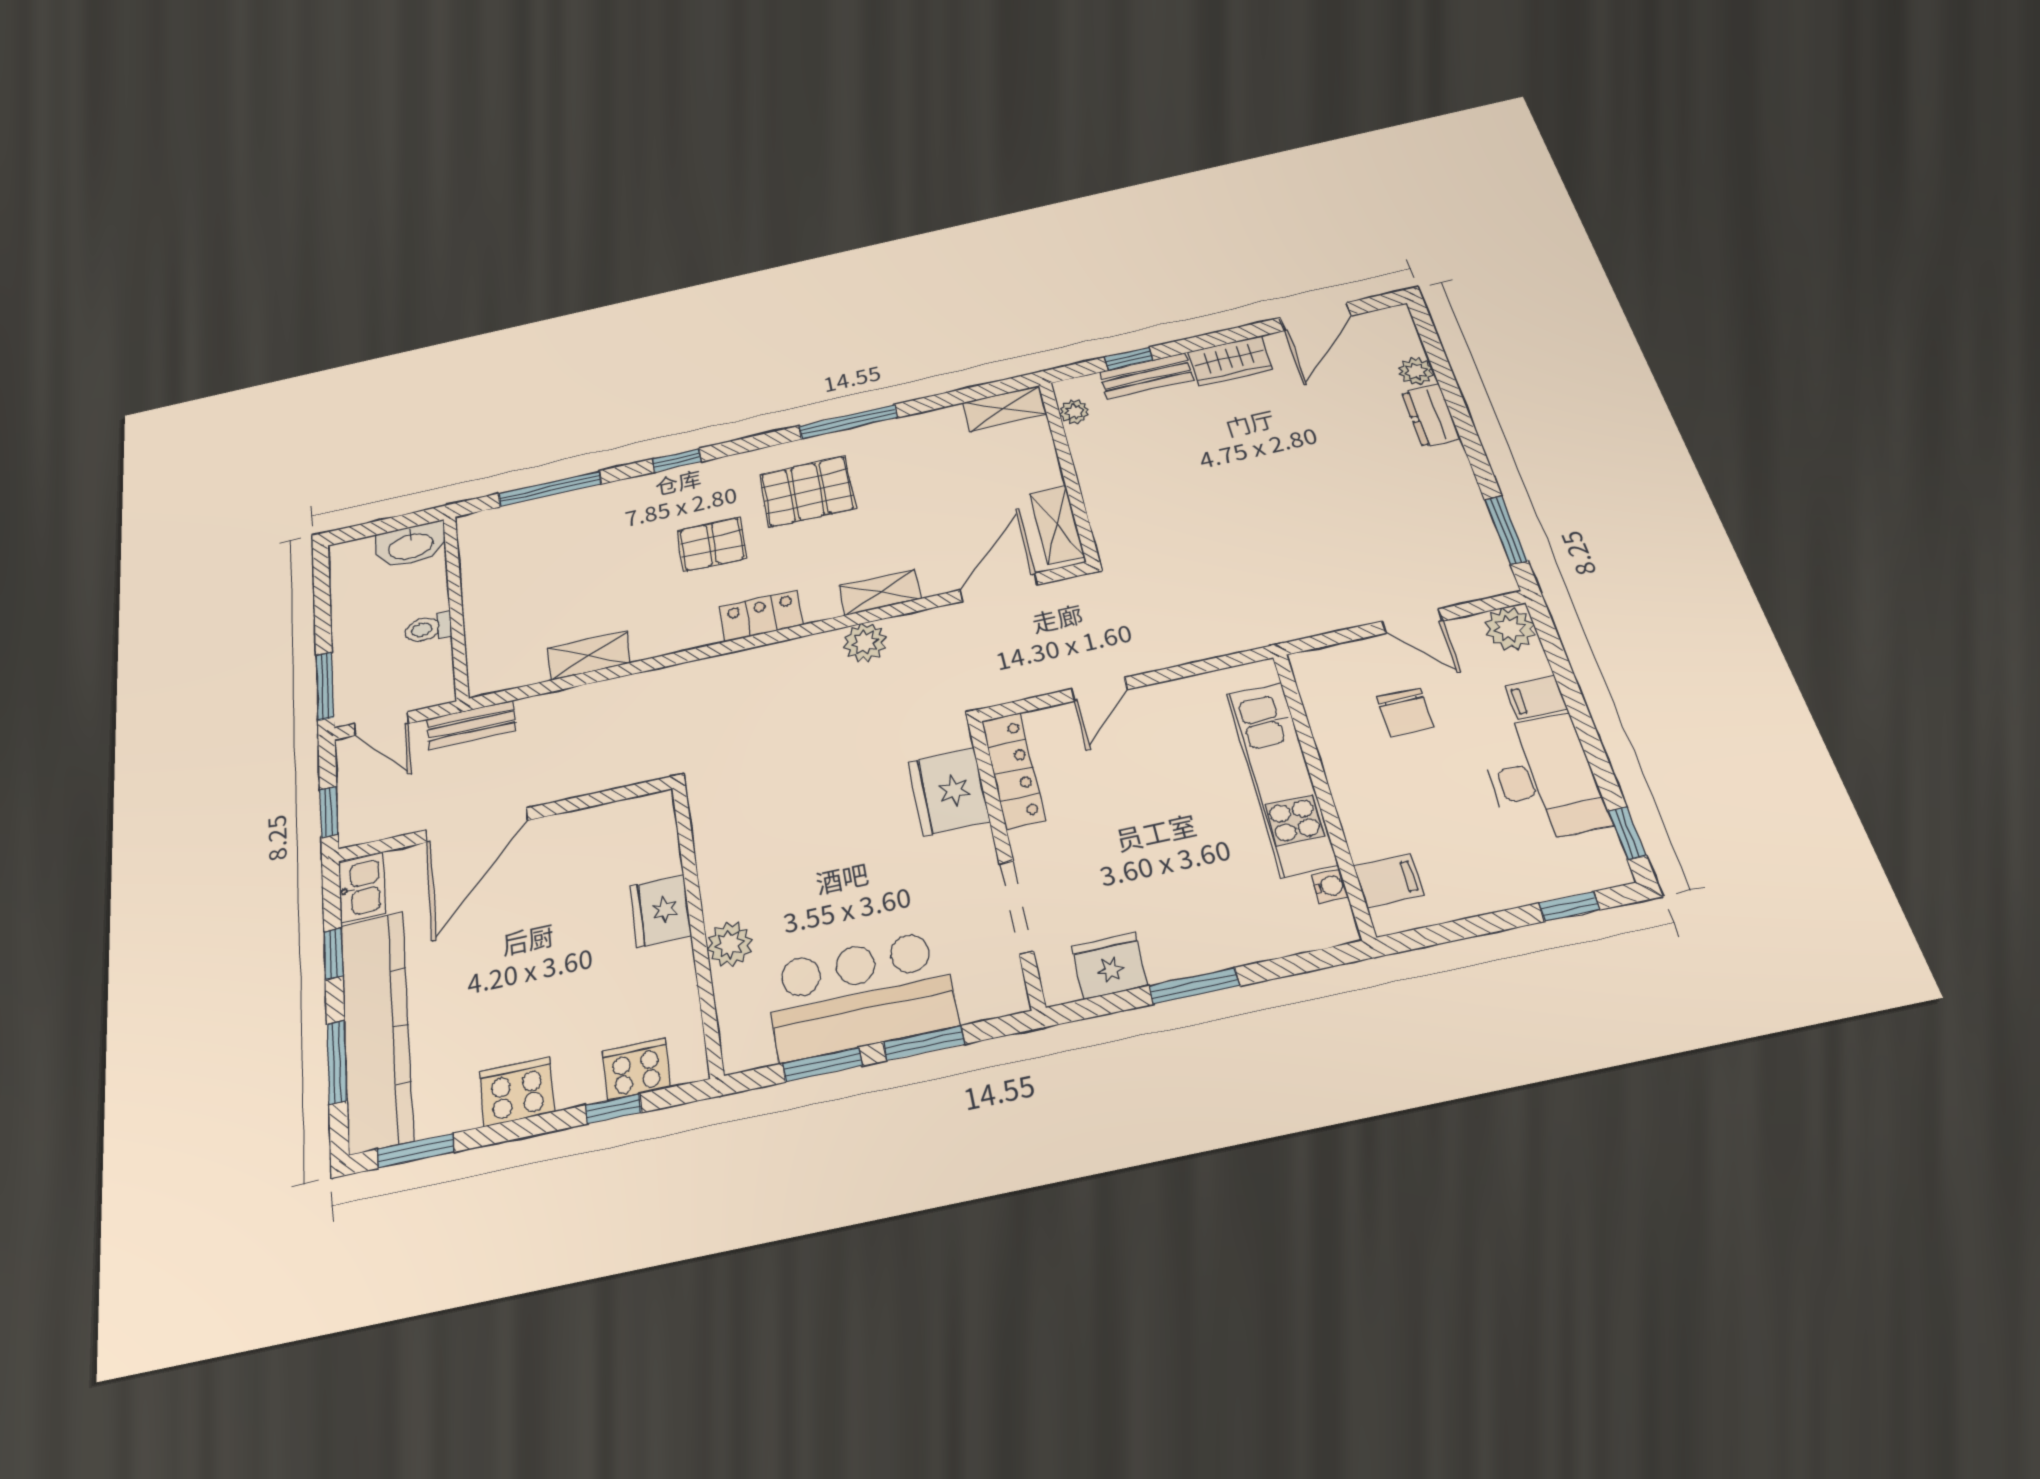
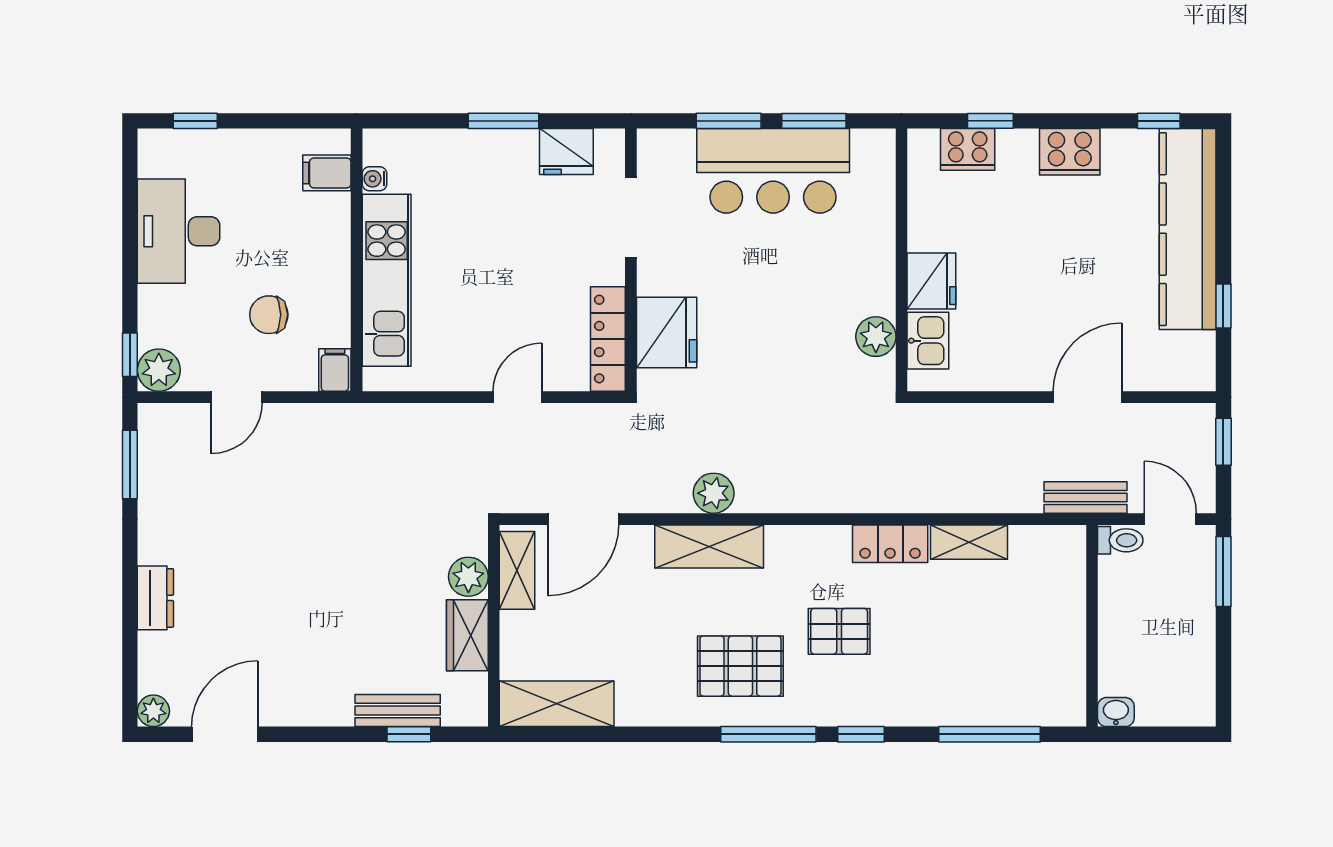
wardrobe: (1230, 361) -> (467, 635), moved, turned -90
plant: (1416, 371) -> (153, 711), moved
shelving: (1005, 408) -> (557, 704), width x1.50, depth x1.33
plant: (1074, 412) -> (468, 577), moved, width x1.38, depth x1.38
window: (848, 422) -> (768, 734), moved
washbasin: (411, 545) -> (1116, 712), width x0.52, depth x0.69
shelving: (880, 592) -> (709, 546), width x1.50, depth x1.33
locker: (761, 616) -> (890, 544), moved
door: (1412, 621) -> (237, 397), swing flipped
toilet: (428, 628) -> (1120, 540), moved
filing cabinet: (1536, 697) -> (335, 370), moved, turned -90
chair: (1405, 712) -> (269, 315), turned -90
door: (477, 825) -> (1087, 397), width x0.73
window: (1627, 833) -> (130, 355), moved
kitchen sink: (362, 888) -> (928, 341), moved, turned 180
plant: (730, 944) -> (876, 337), moved
window: (337, 1062) -> (1223, 209), removed
window: (416, 1151) -> (1159, 121), width x0.67

